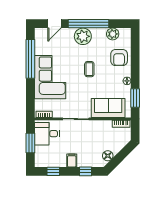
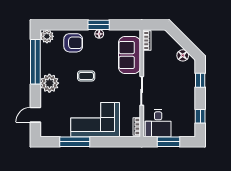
door: (55, 24) -> (35, 115), swing flipped
window: (89, 24) -> (35, 62), moved
plant: (113, 34) -> (47, 36), moved
window: (30, 59) -> (75, 142), width x0.68
window: (135, 98) -> (99, 25), moved
filing cabinet: (72, 160) -> (188, 96), removed

